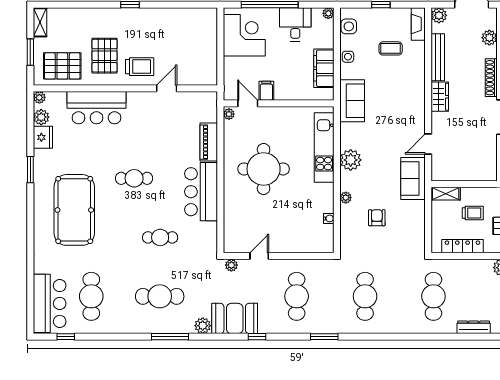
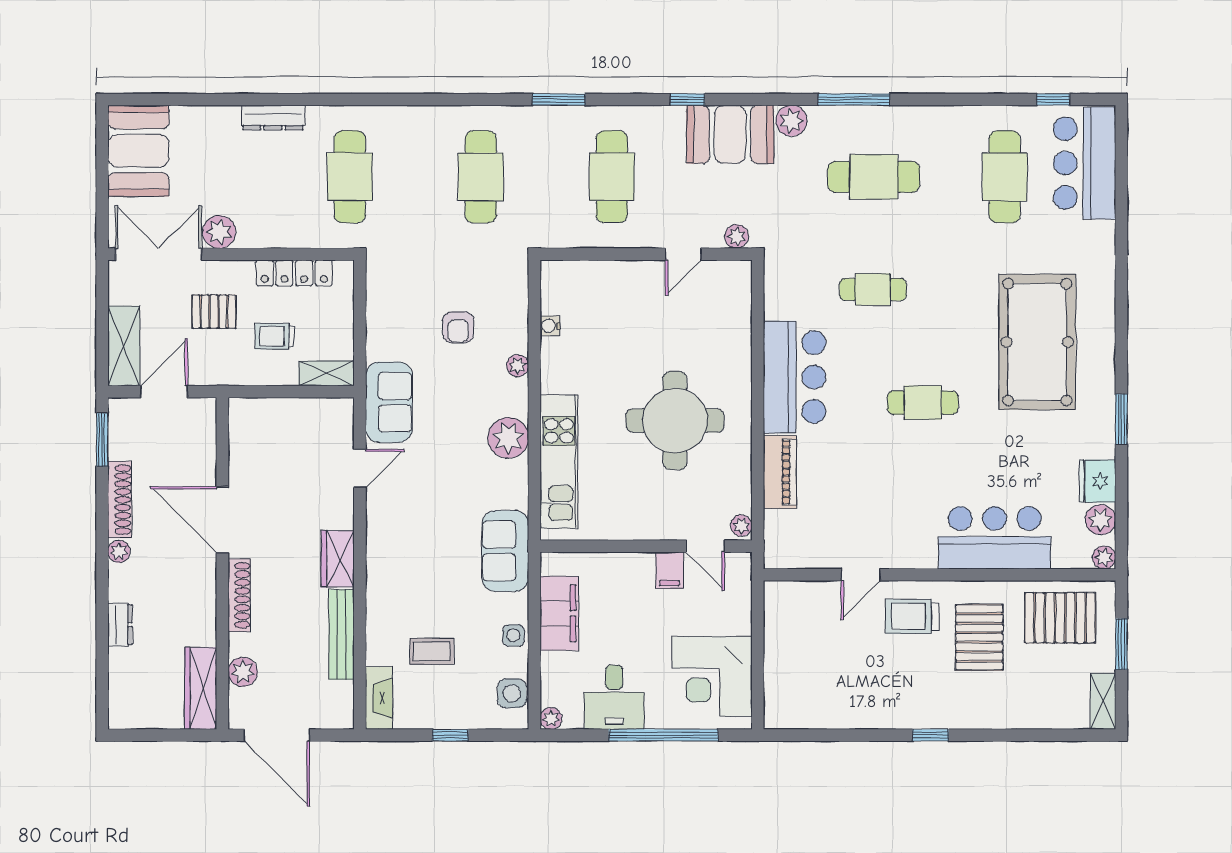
plant: (439, 15) -> (339, 714), removed

